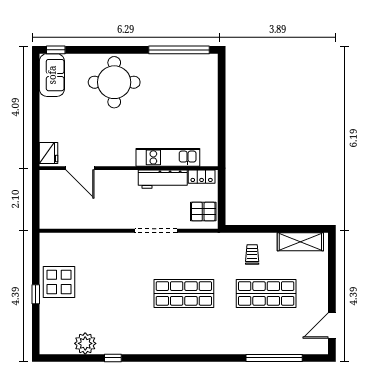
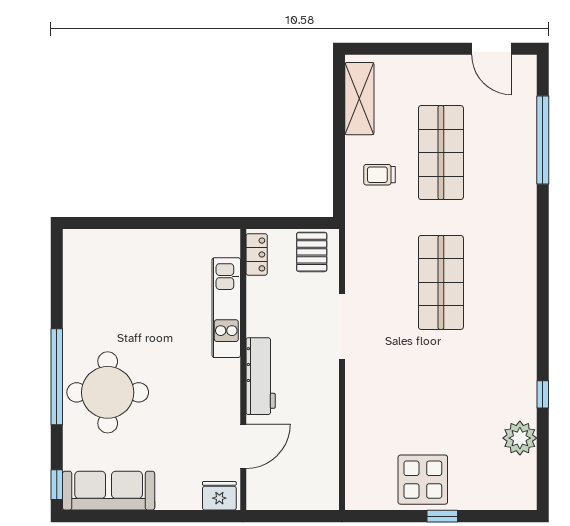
window: (179, 50) -> (57, 377), moved
sofa: (52, 75) -> (109, 491), width x1.36
workbench: (163, 179) -> (261, 376), moved

